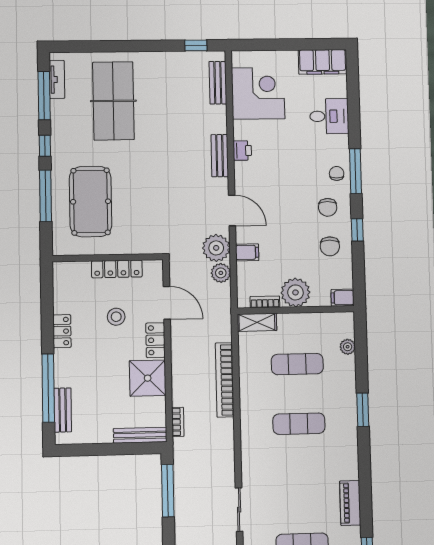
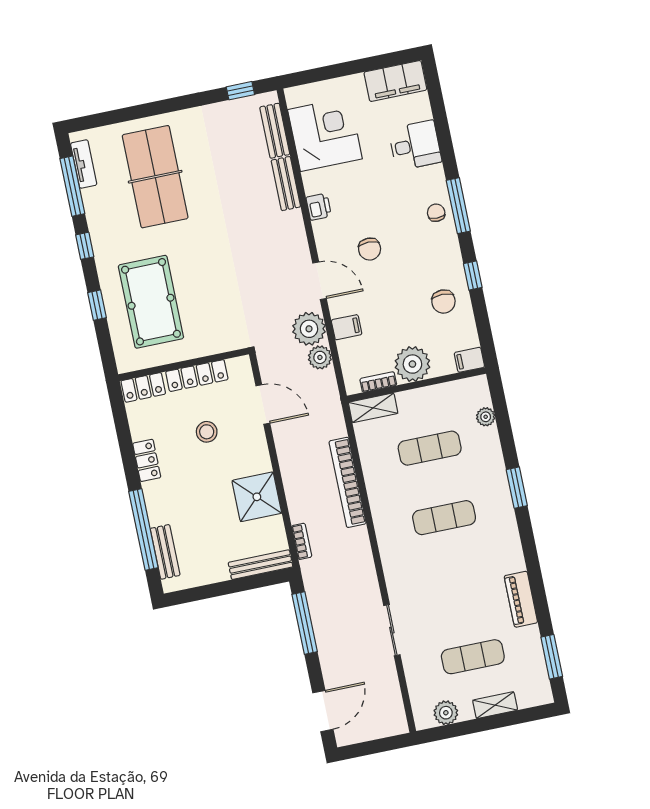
bench: (220, 156) -> (286, 184), moved
window: (45, 196) -> (97, 305), width x0.46
chair: (328, 207) -> (370, 249), moved
locker: (155, 340) -> (143, 387), moved, turned -90

